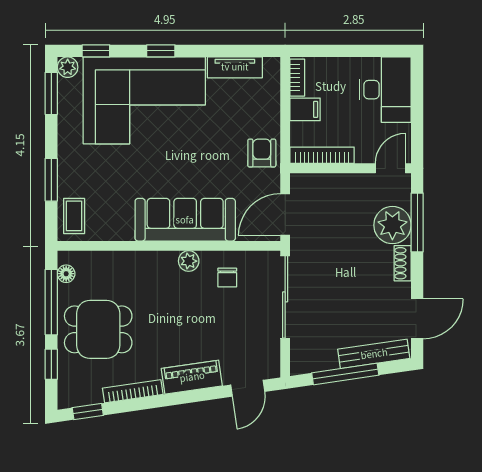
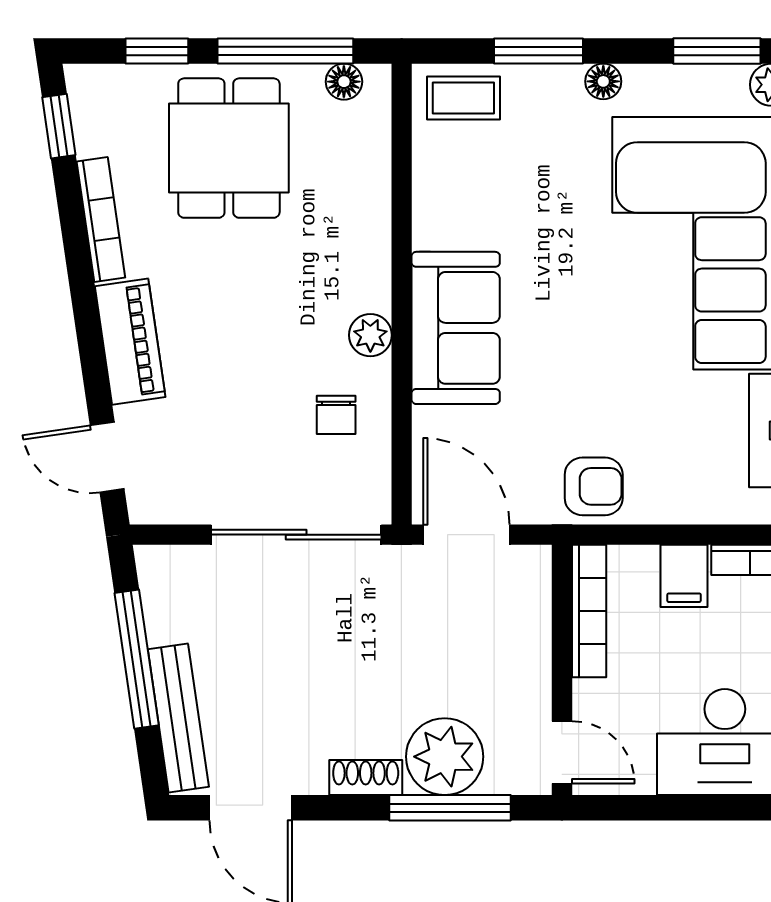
floor lamp: (66, 148) -> (603, 81), added
sofa: (185, 220) -> (456, 328), width x0.73
chair: (227, 278) -> (336, 415), turned -90

